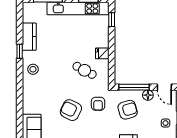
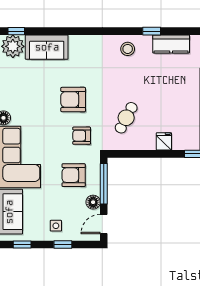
fridge: (102, 53) -> (164, 141), moved
armchair: (71, 110) -> (73, 100), turned -116
armchair: (128, 110) -> (74, 175), turned 106

